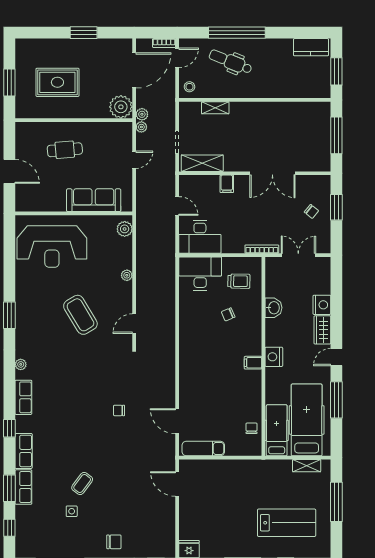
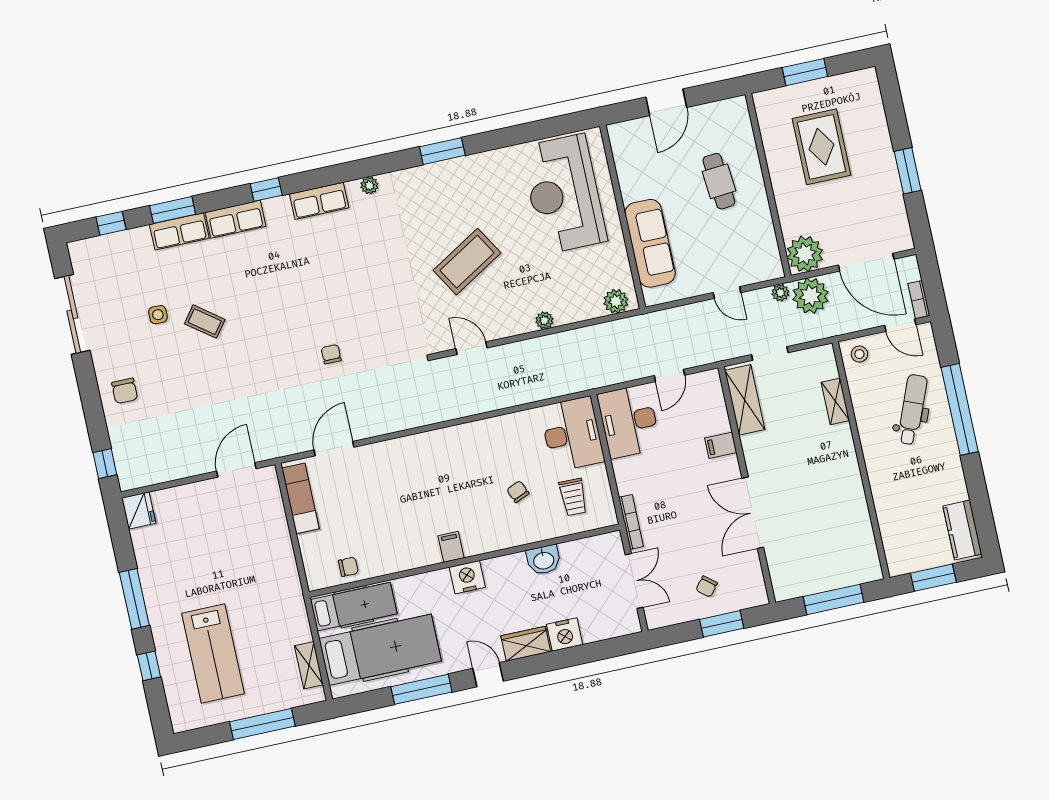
plant: (142, 114) -> (811, 296), width x1.88, depth x1.88

